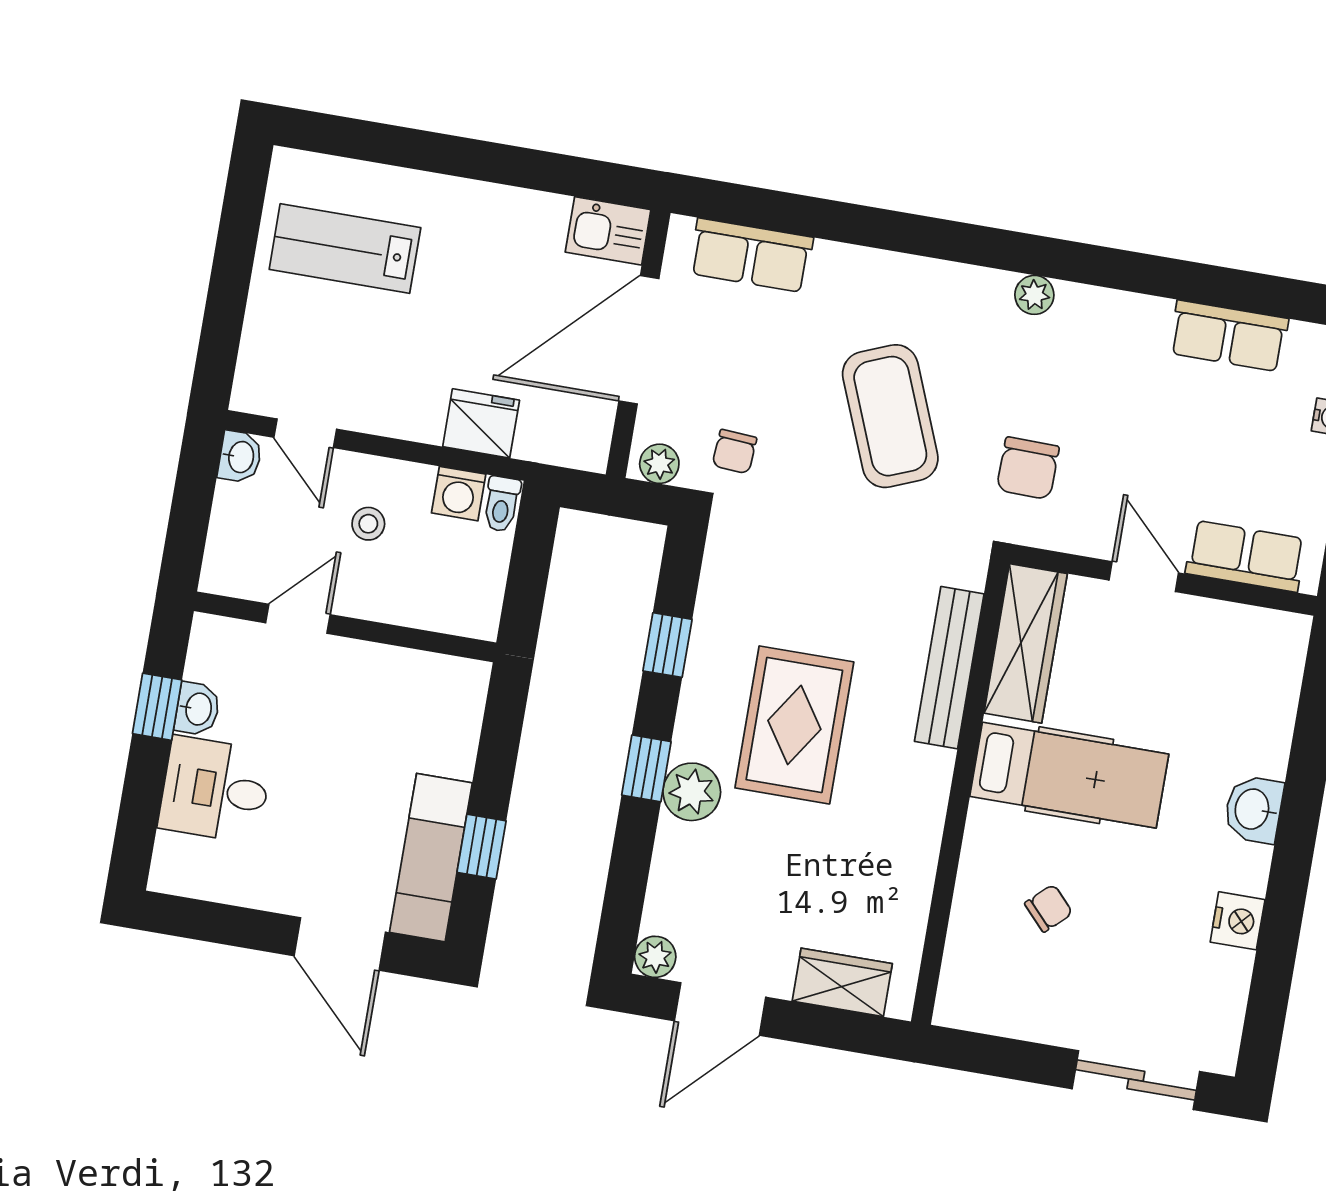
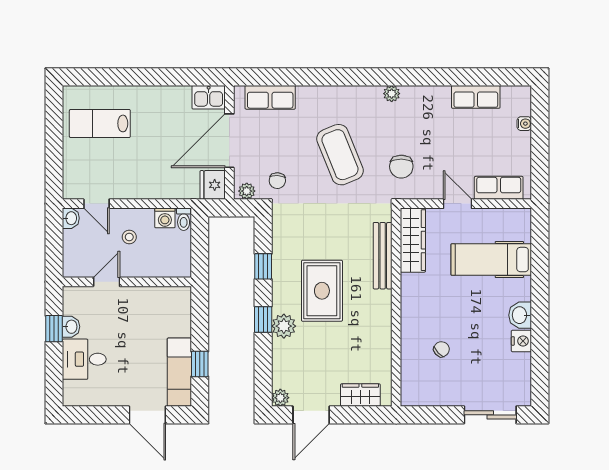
fridge: (481, 423) -> (213, 185), moved, turned -90
hospital bed: (1069, 775) -> (491, 260), moved, turned 180
washbasin: (1254, 809) -> (520, 315), moved

